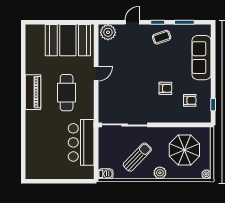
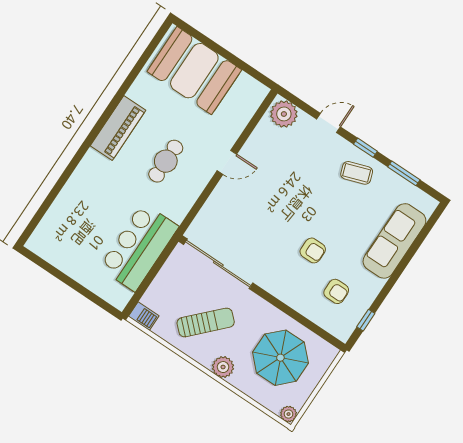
booth: (68, 40) -> (194, 71), moved
cafe table: (67, 93) -> (166, 161), width x0.73, depth x0.74

